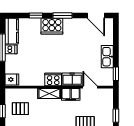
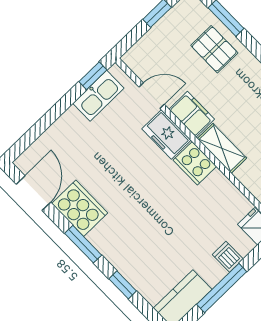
cooker: (52, 26) -> (80, 208), moved
dishwasher: (11, 49) -> (228, 257), moved
kitchen sink: (107, 57) -> (98, 96), moved
door: (90, 87) -> (152, 96), swing flipped

